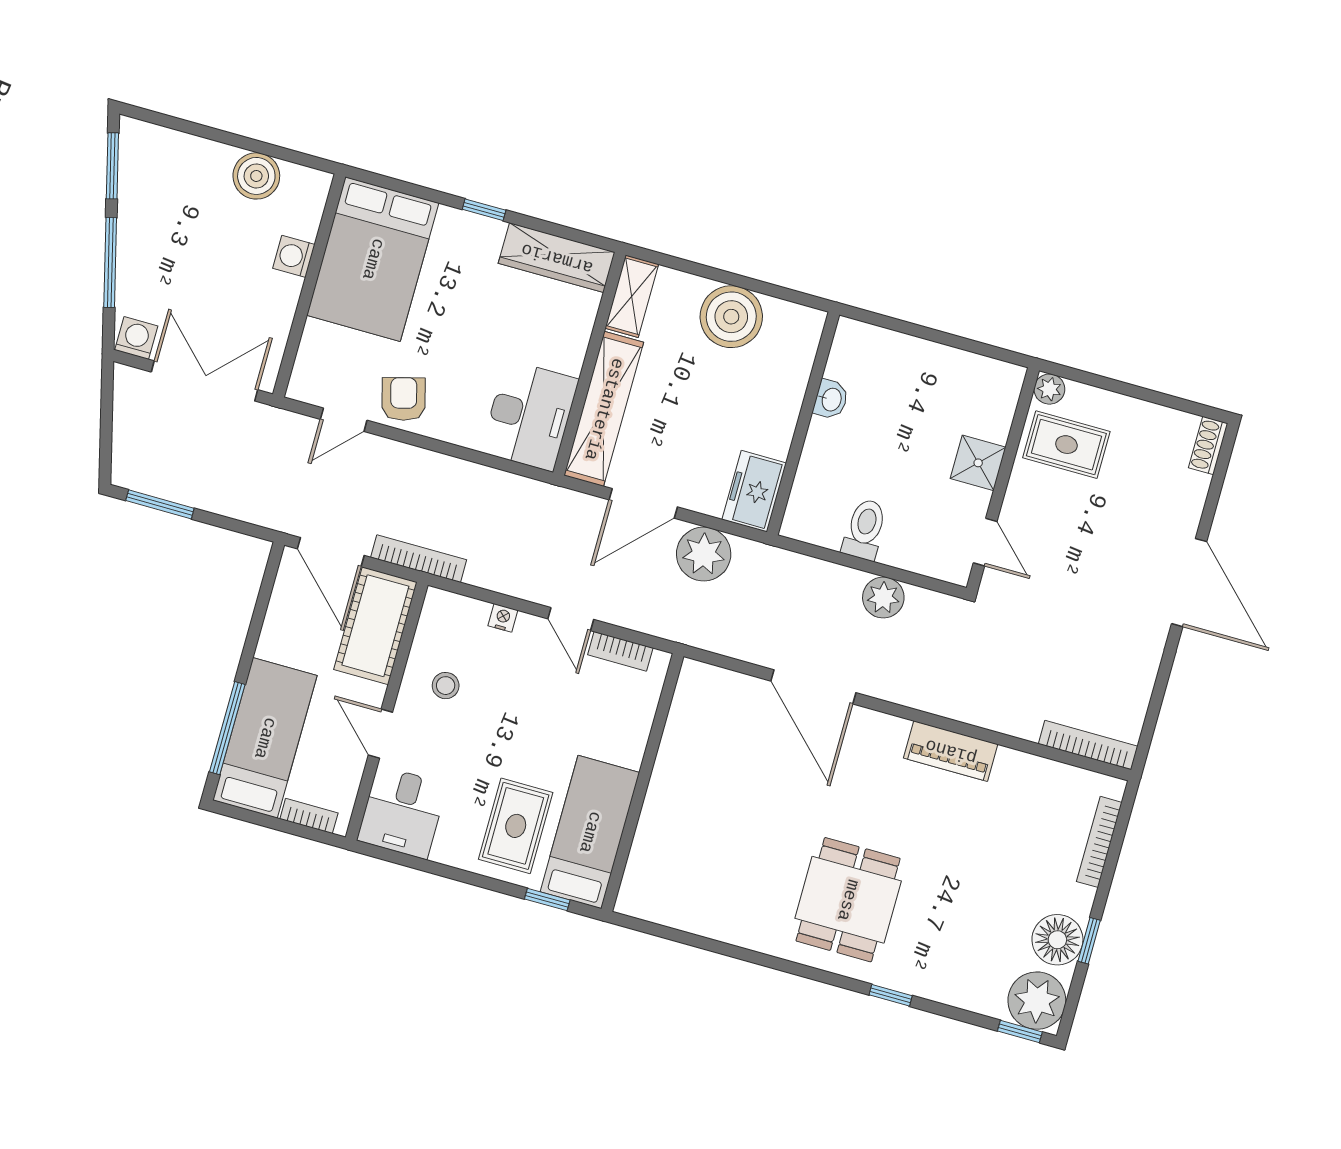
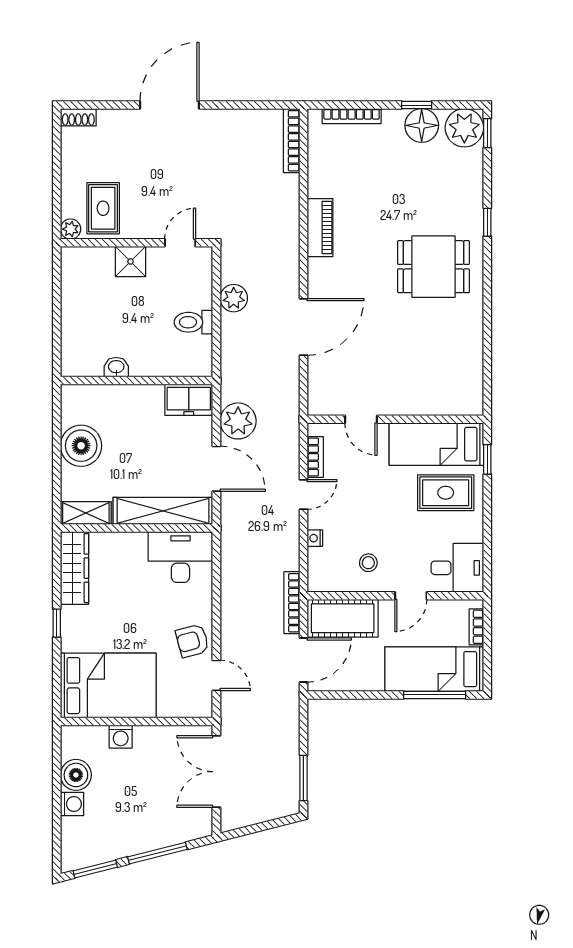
washing machine: (136, 338) -> (72, 804), moved, turned 180
door: (656, 733) -> (361, 419), added

